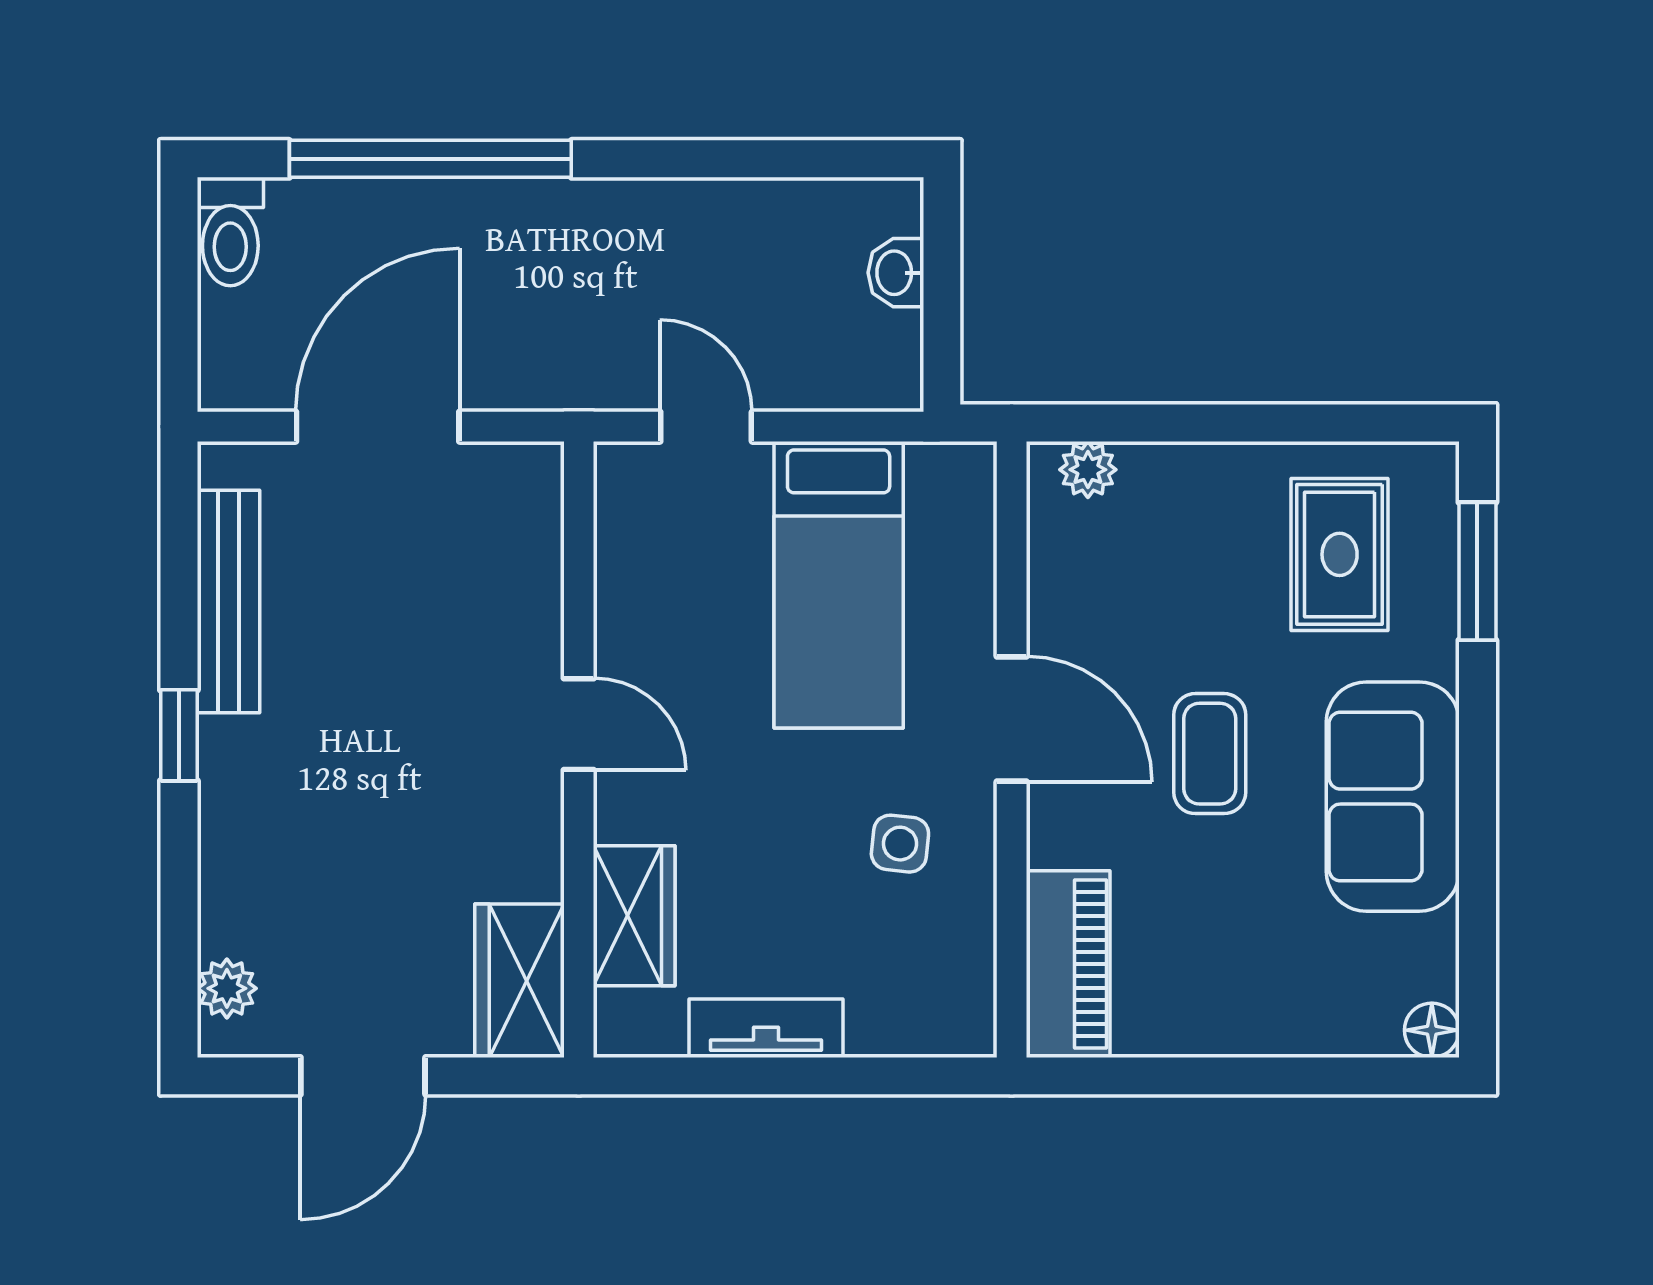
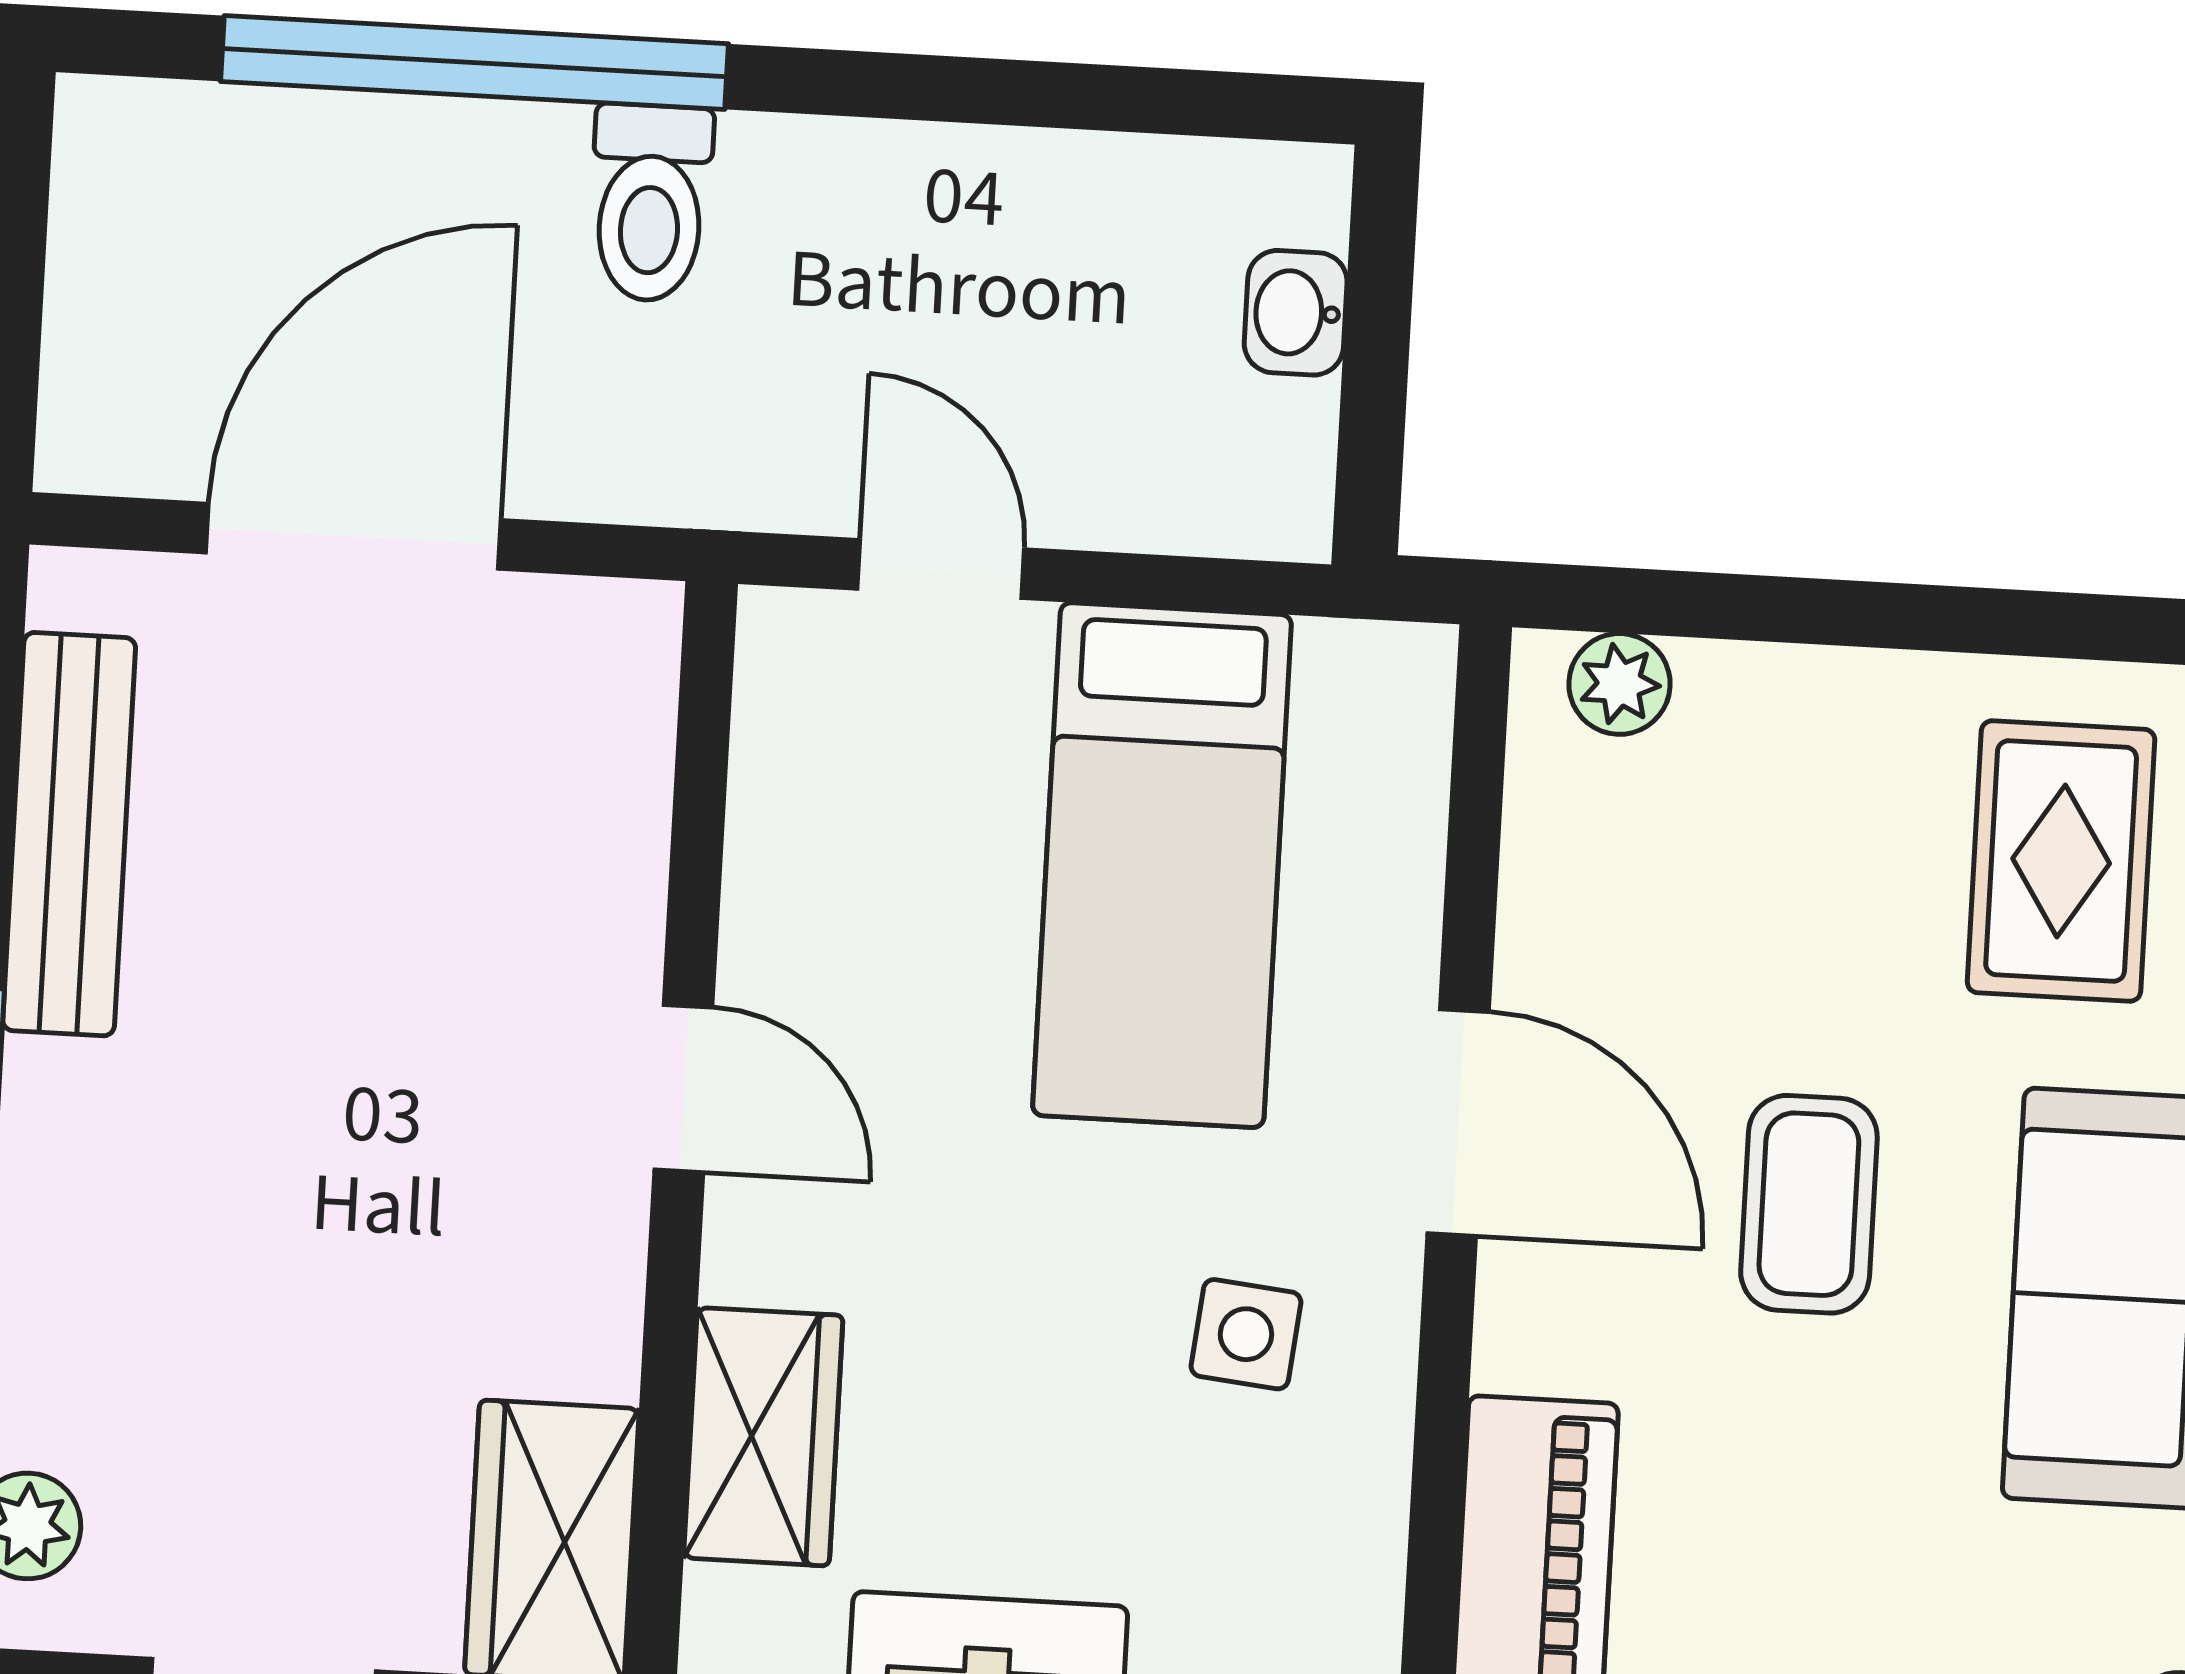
toilet: (230, 232) -> (650, 203), moved

